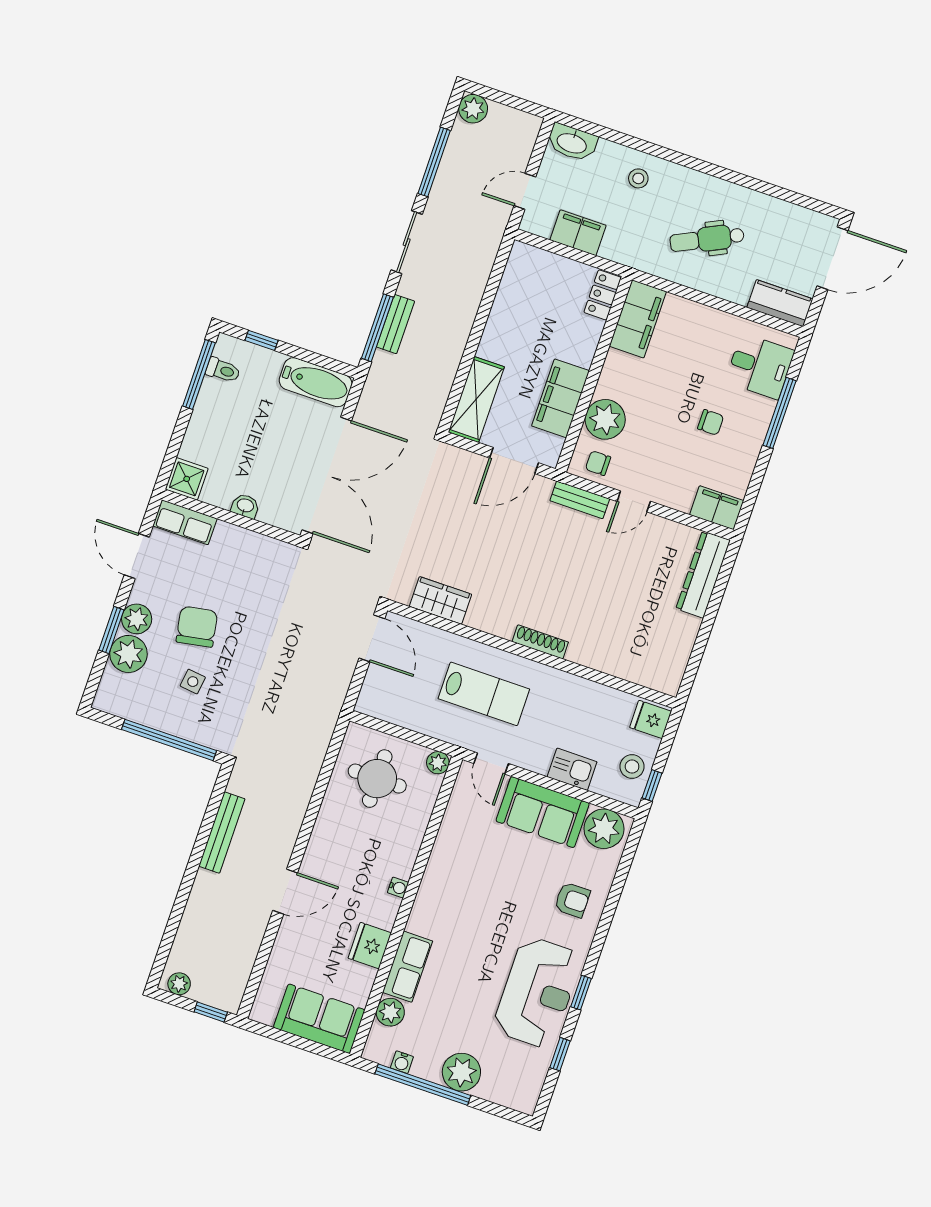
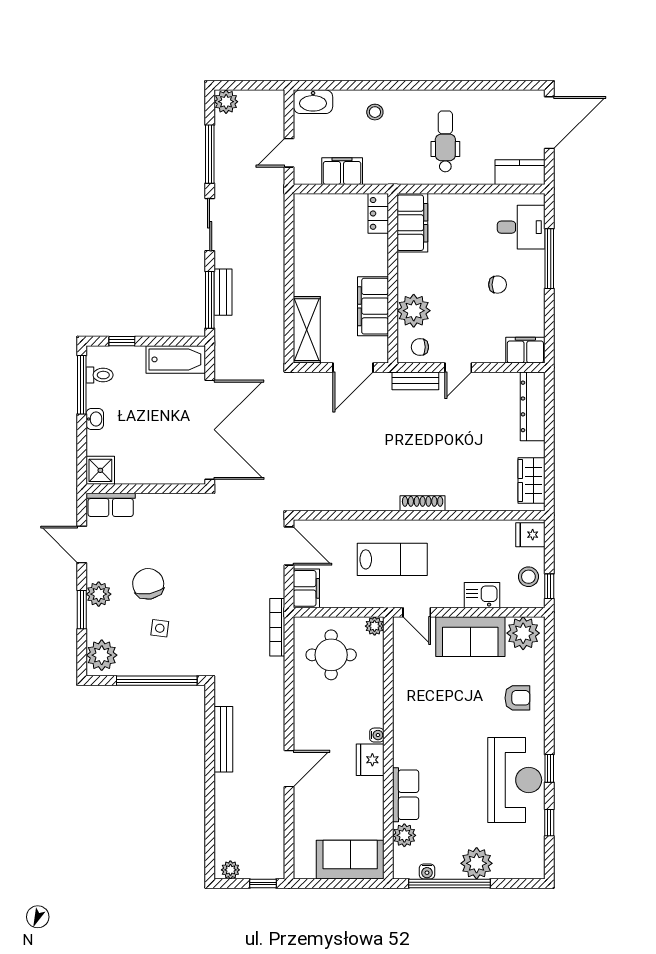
dental chair: (707, 239) -> (445, 141), turned 116
washbasin: (245, 506) -> (95, 419), moved, turned 90
wardrobe: (440, 600) -> (532, 481), moved, turned -90
plant: (129, 654) -> (102, 655), moved
filing cabinet: (375, 693) -> (306, 588), added
bookcase: (327, 726) -> (277, 627), added
fridge: (370, 946) -> (370, 760), moved

